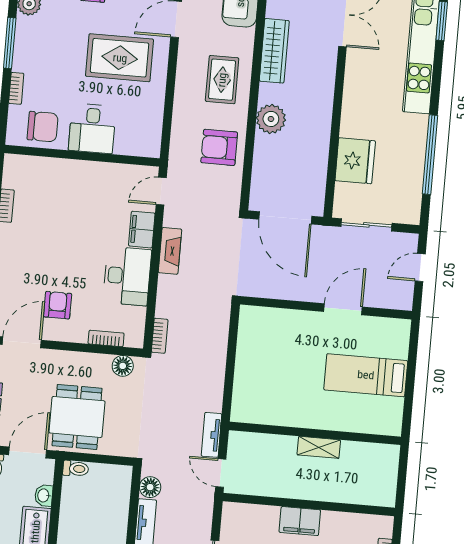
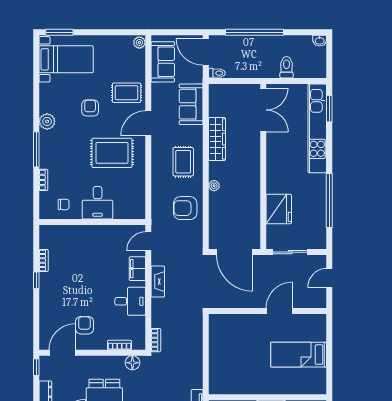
plant: (271, 119) -> (214, 186), width x0.53, depth x0.53
chair: (43, 127) -> (64, 204), width x0.54, depth x0.54
desk: (127, 276) -> (130, 301), width x0.73

